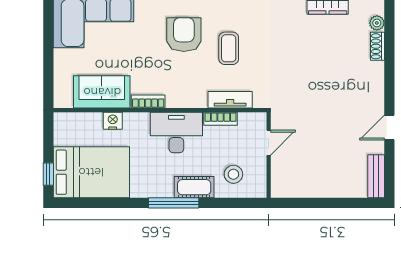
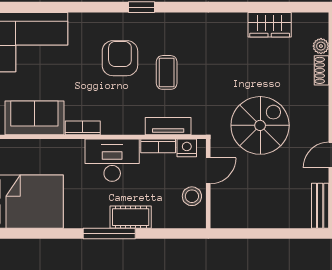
spiral stairs: (318, 99) -> (260, 125), added
nightstand: (113, 121) -> (187, 148), moved
stool: (233, 174) -> (192, 196), moved

